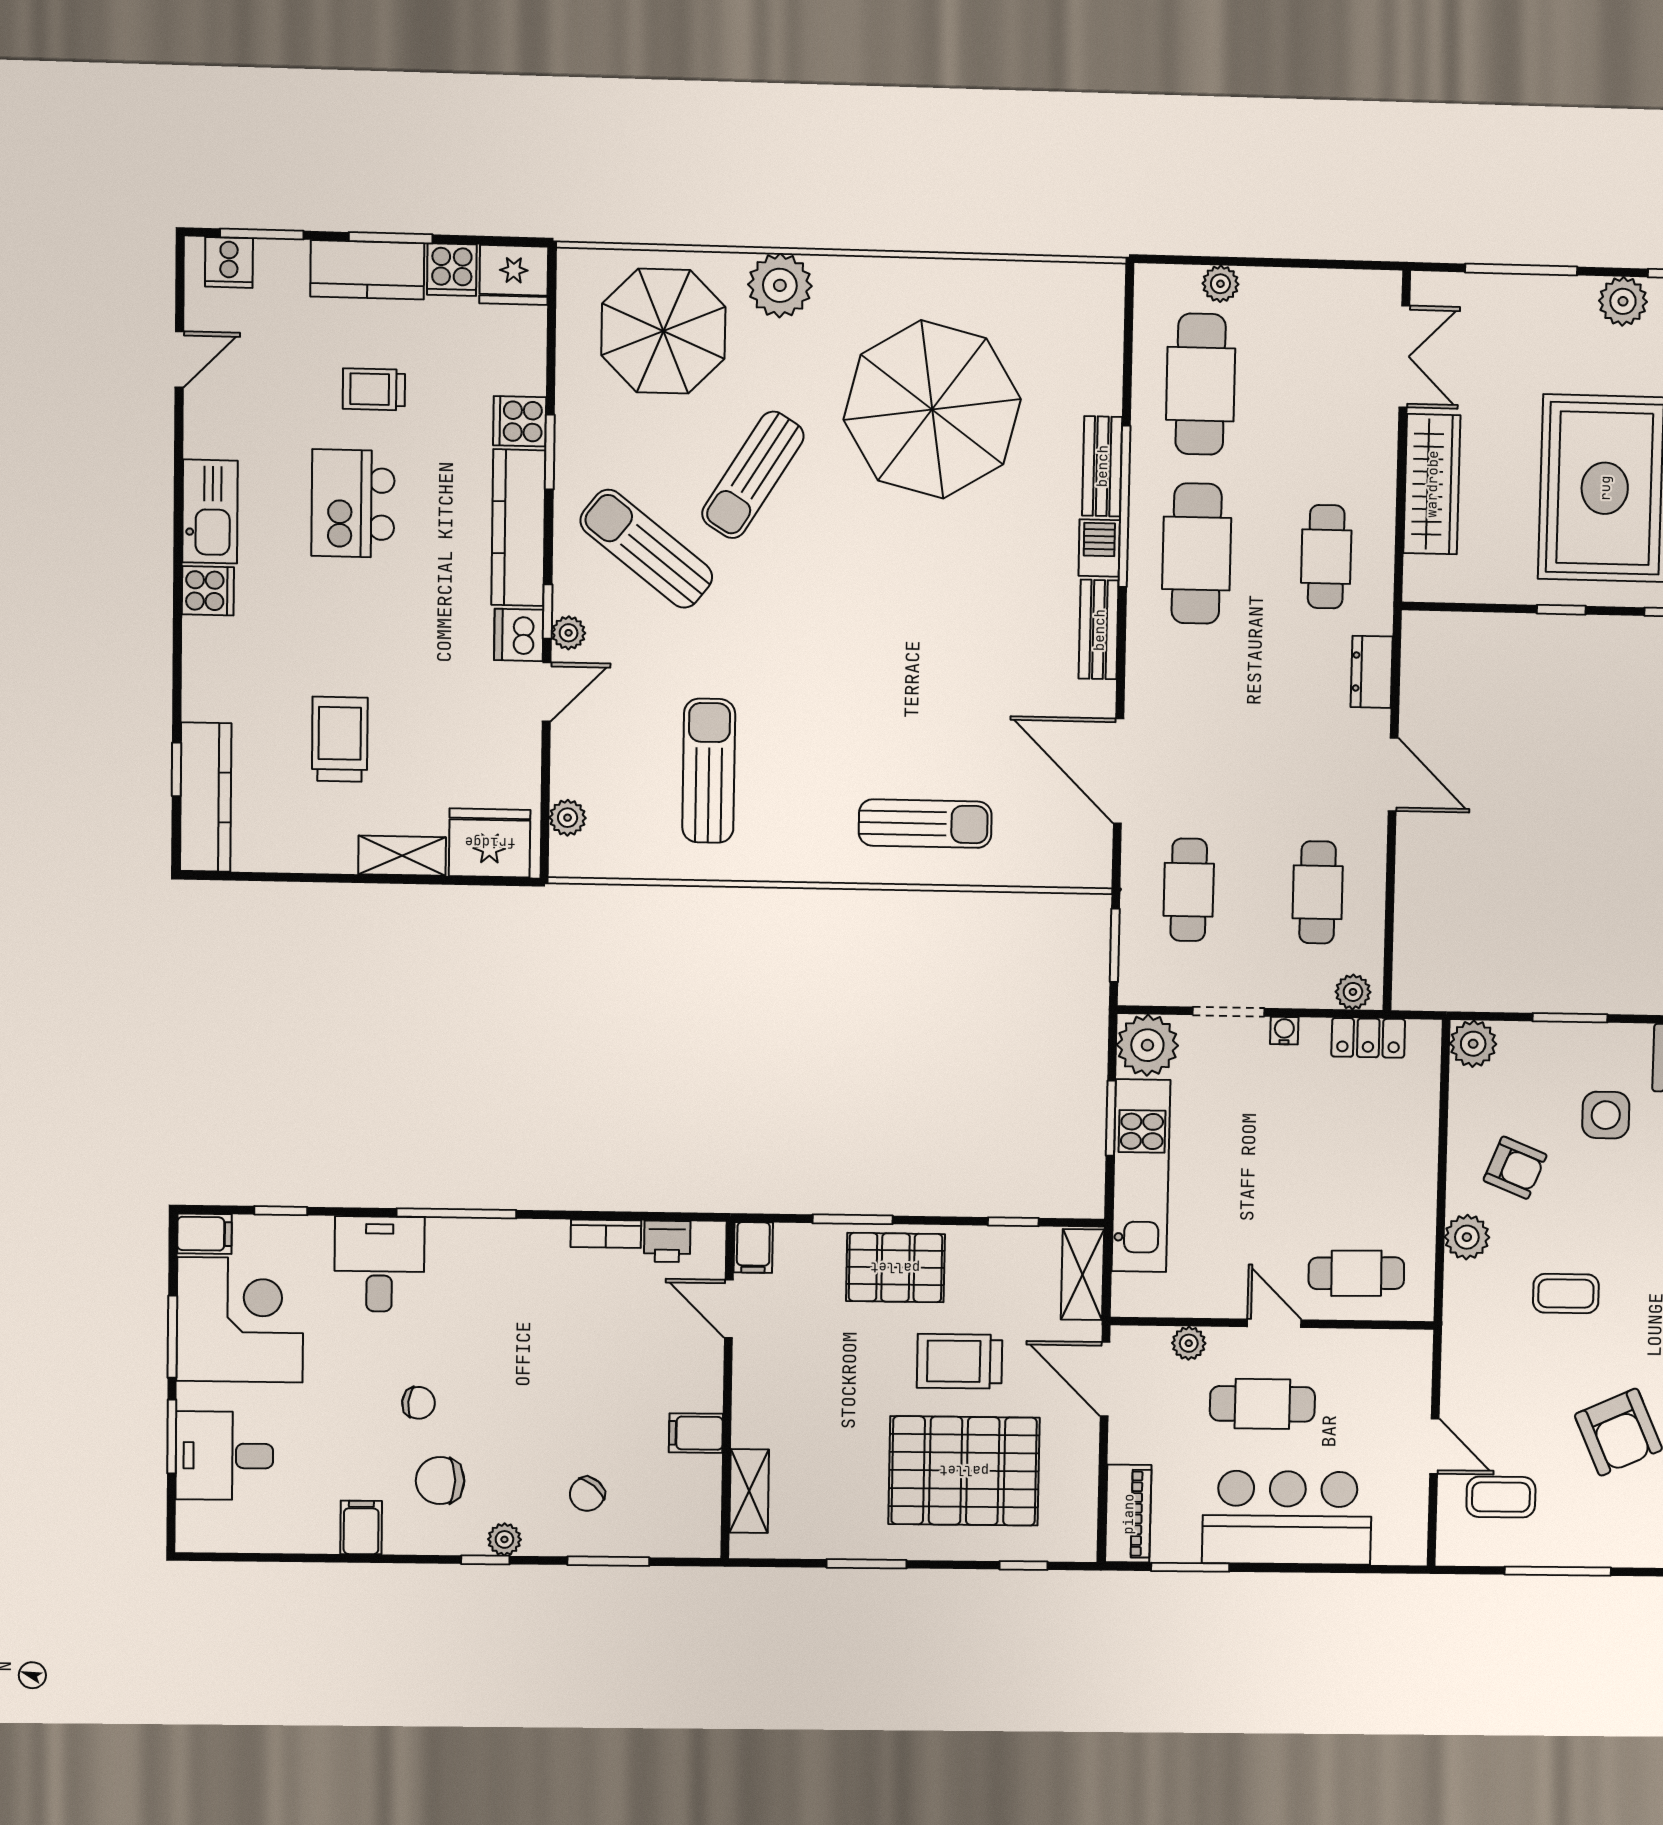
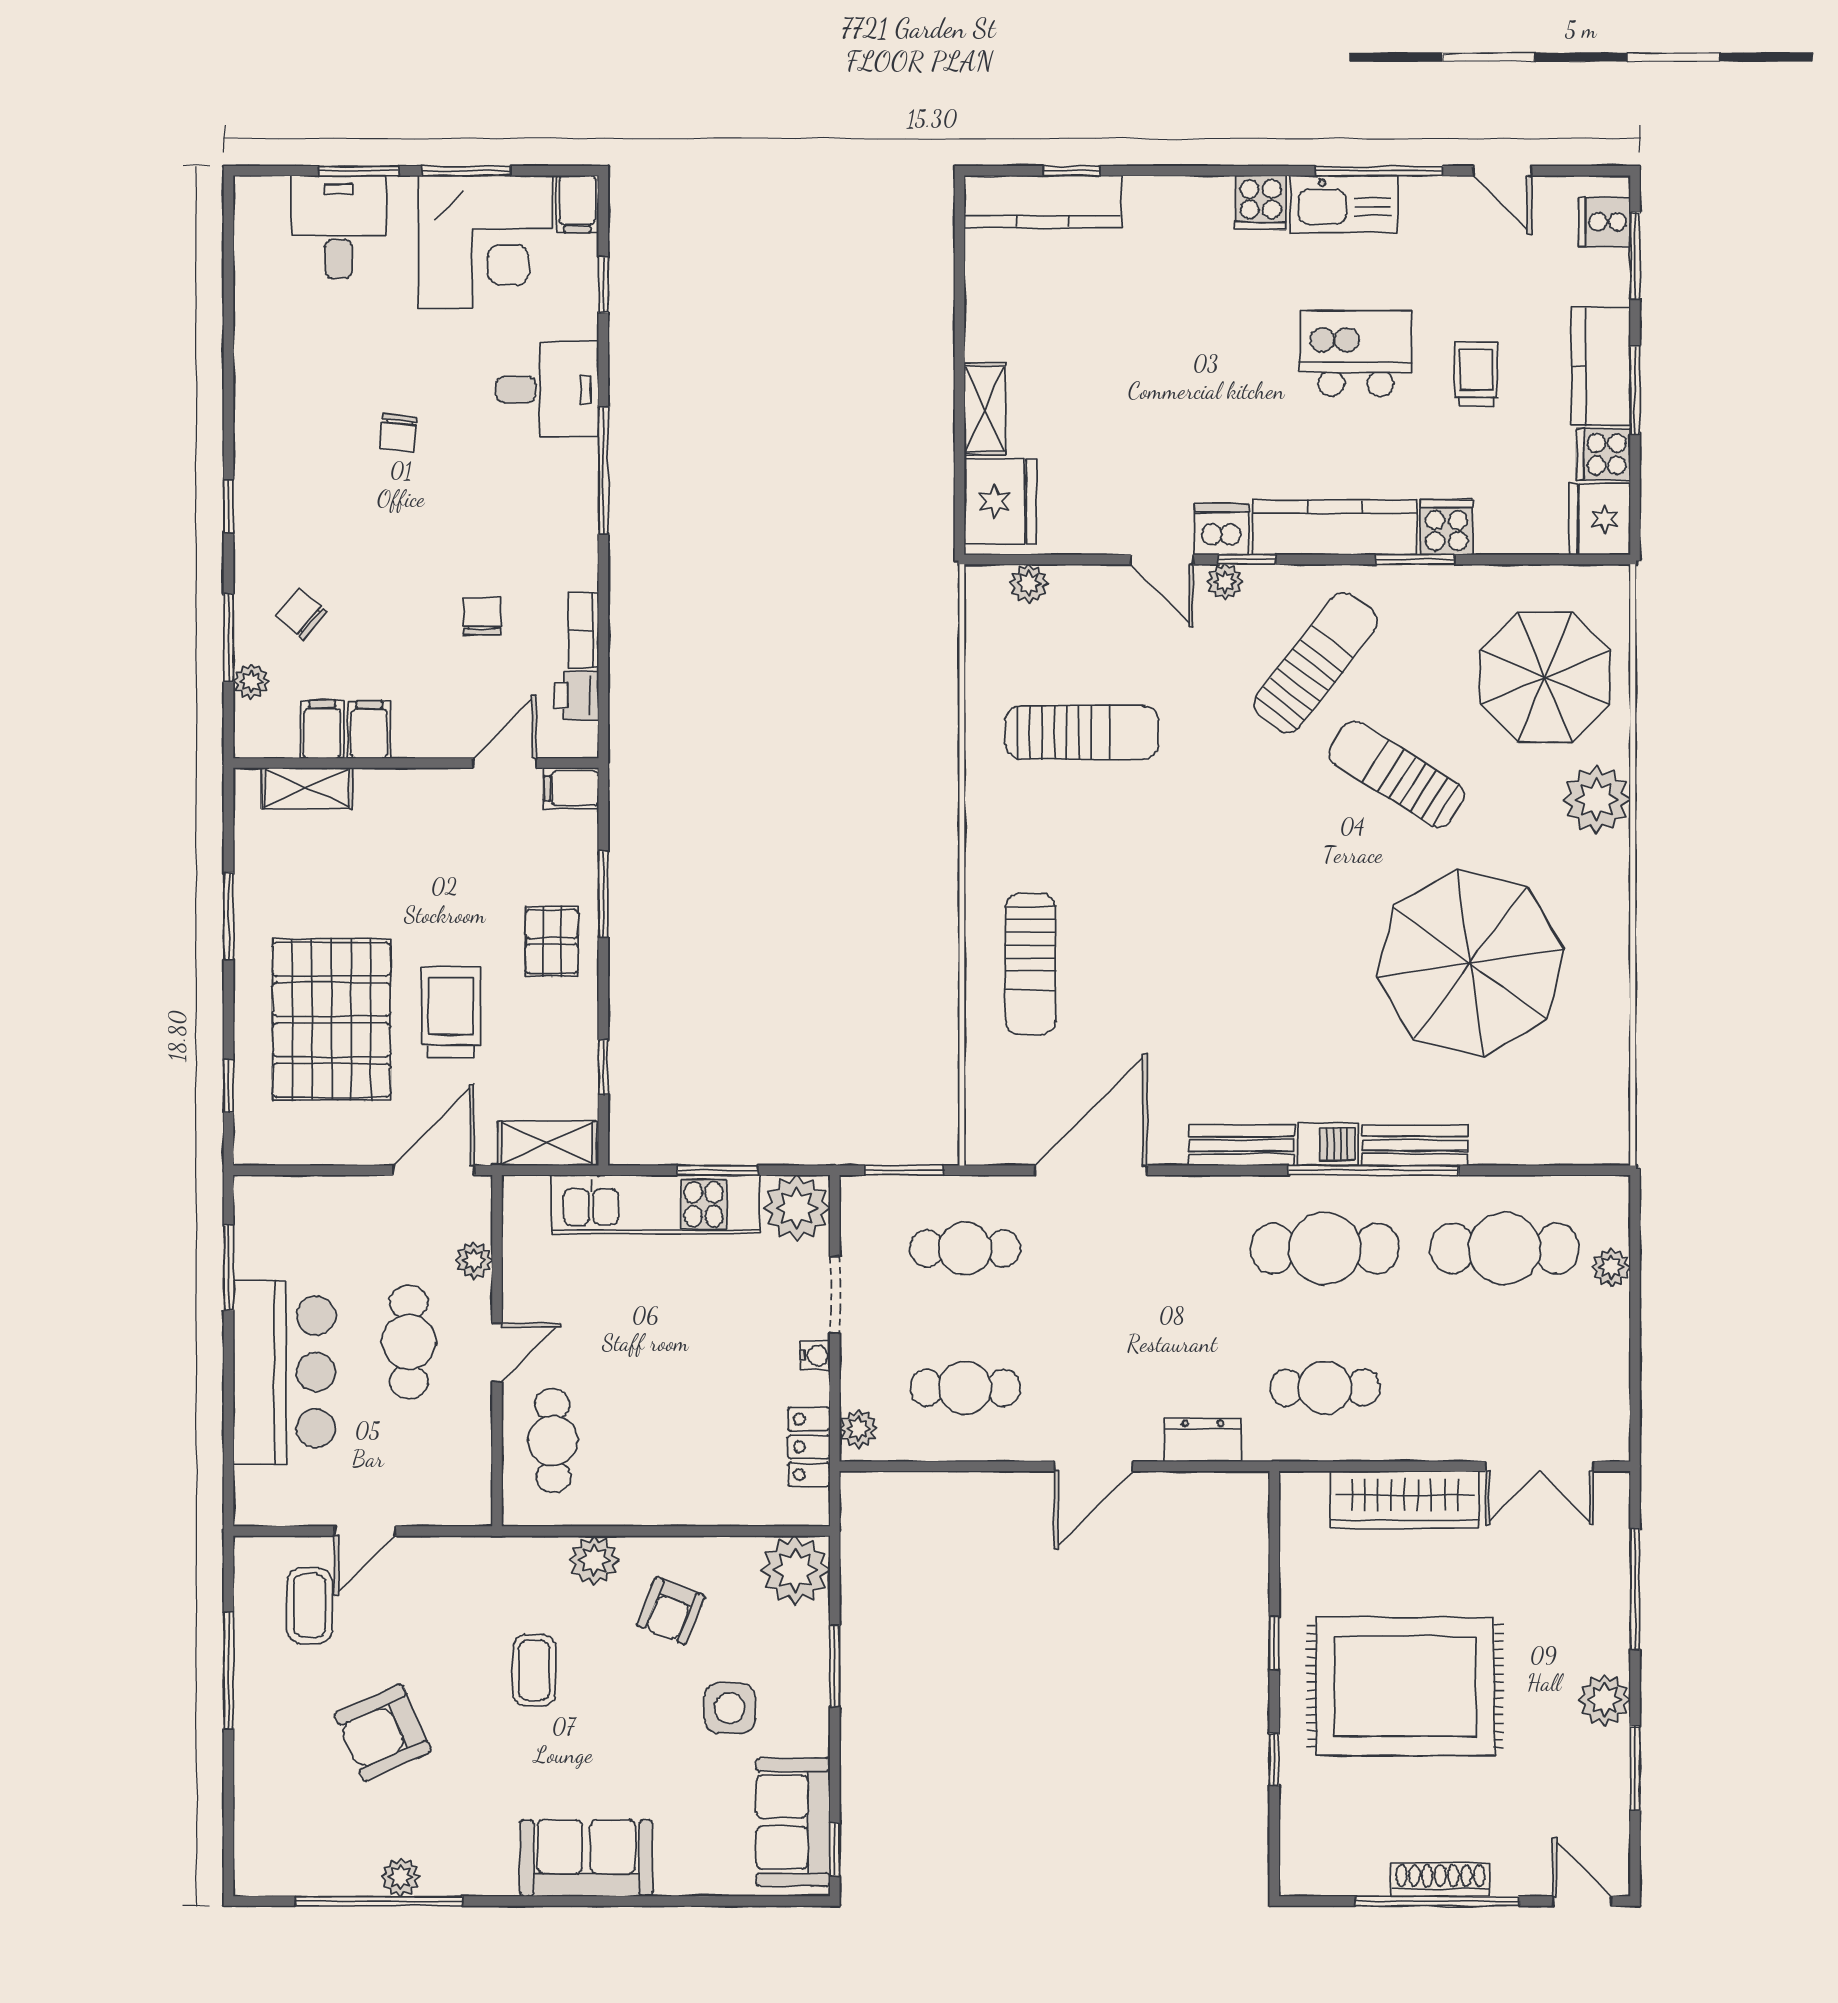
window: (179, 477) -> (1379, 171), added
trolley: (340, 739) -> (1107, 342), removed
plant: (1473, 1044) -> (795, 1570), width x1.36, depth x1.36
pallet: (895, 1268) -> (552, 941), width x0.67, depth x0.71
chair: (440, 1481) -> (482, 616), moved, width x0.73, depth x0.73
piano: (1128, 1514) -> (287, 1199), removed
filing cabinet: (361, 1527) -> (322, 729), moved, turned -90
plant: (504, 1539) -> (251, 681), moved

